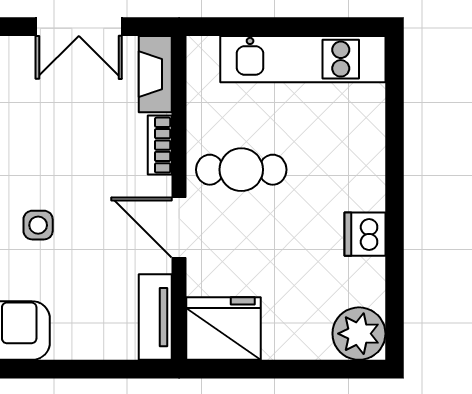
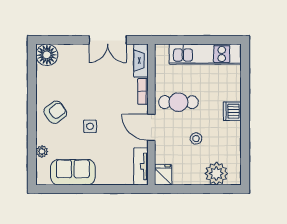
dishwasher: (365, 234) -> (232, 111), moved
stool: (282, 253) -> (196, 139), added
fridge: (224, 329) -> (163, 175), width x0.53, depth x0.75
plant: (359, 334) -> (216, 174), moved

